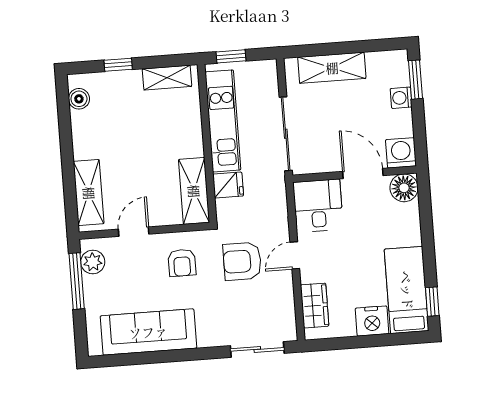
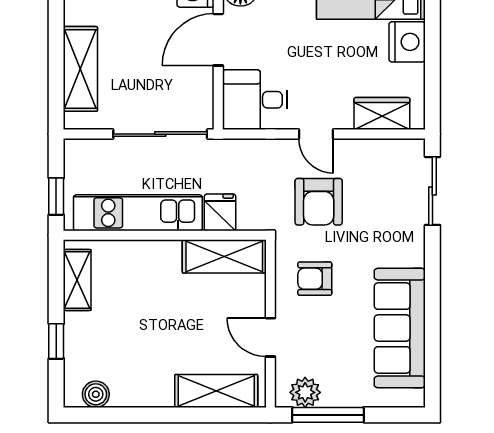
armchair: (182, 263) -> (315, 279), turned 180

